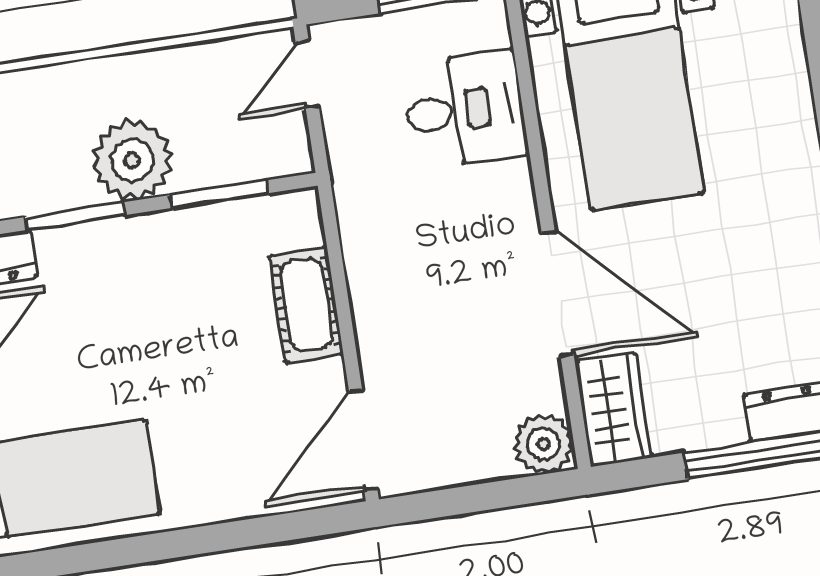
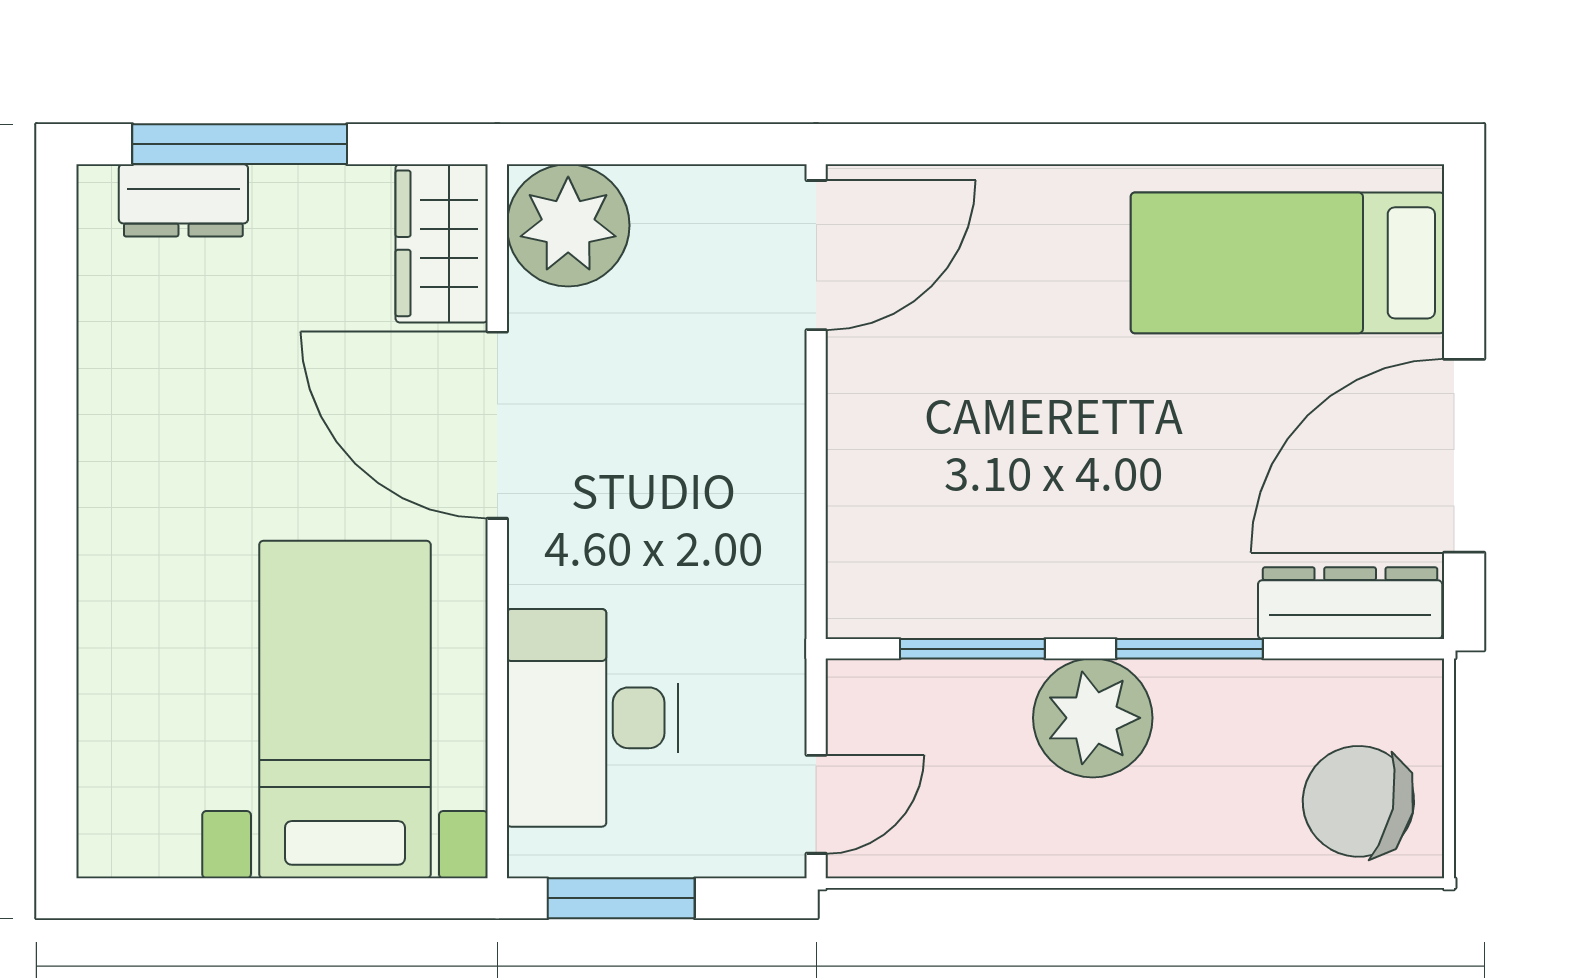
desk: (465, 109) -> (592, 718), width x1.37
cot: (306, 305) -> (869, 467), removed
plant: (544, 444) -> (568, 225), width x1.36, depth x1.36

